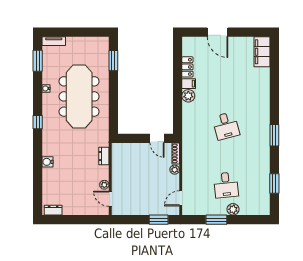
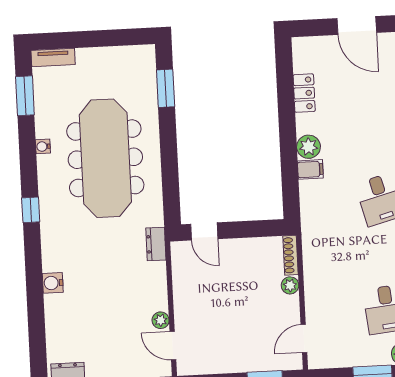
filing cabinet: (189, 84) -> (310, 169), moved
door: (157, 138) -> (204, 231), moved
dresser: (104, 156) -> (156, 244), moved

